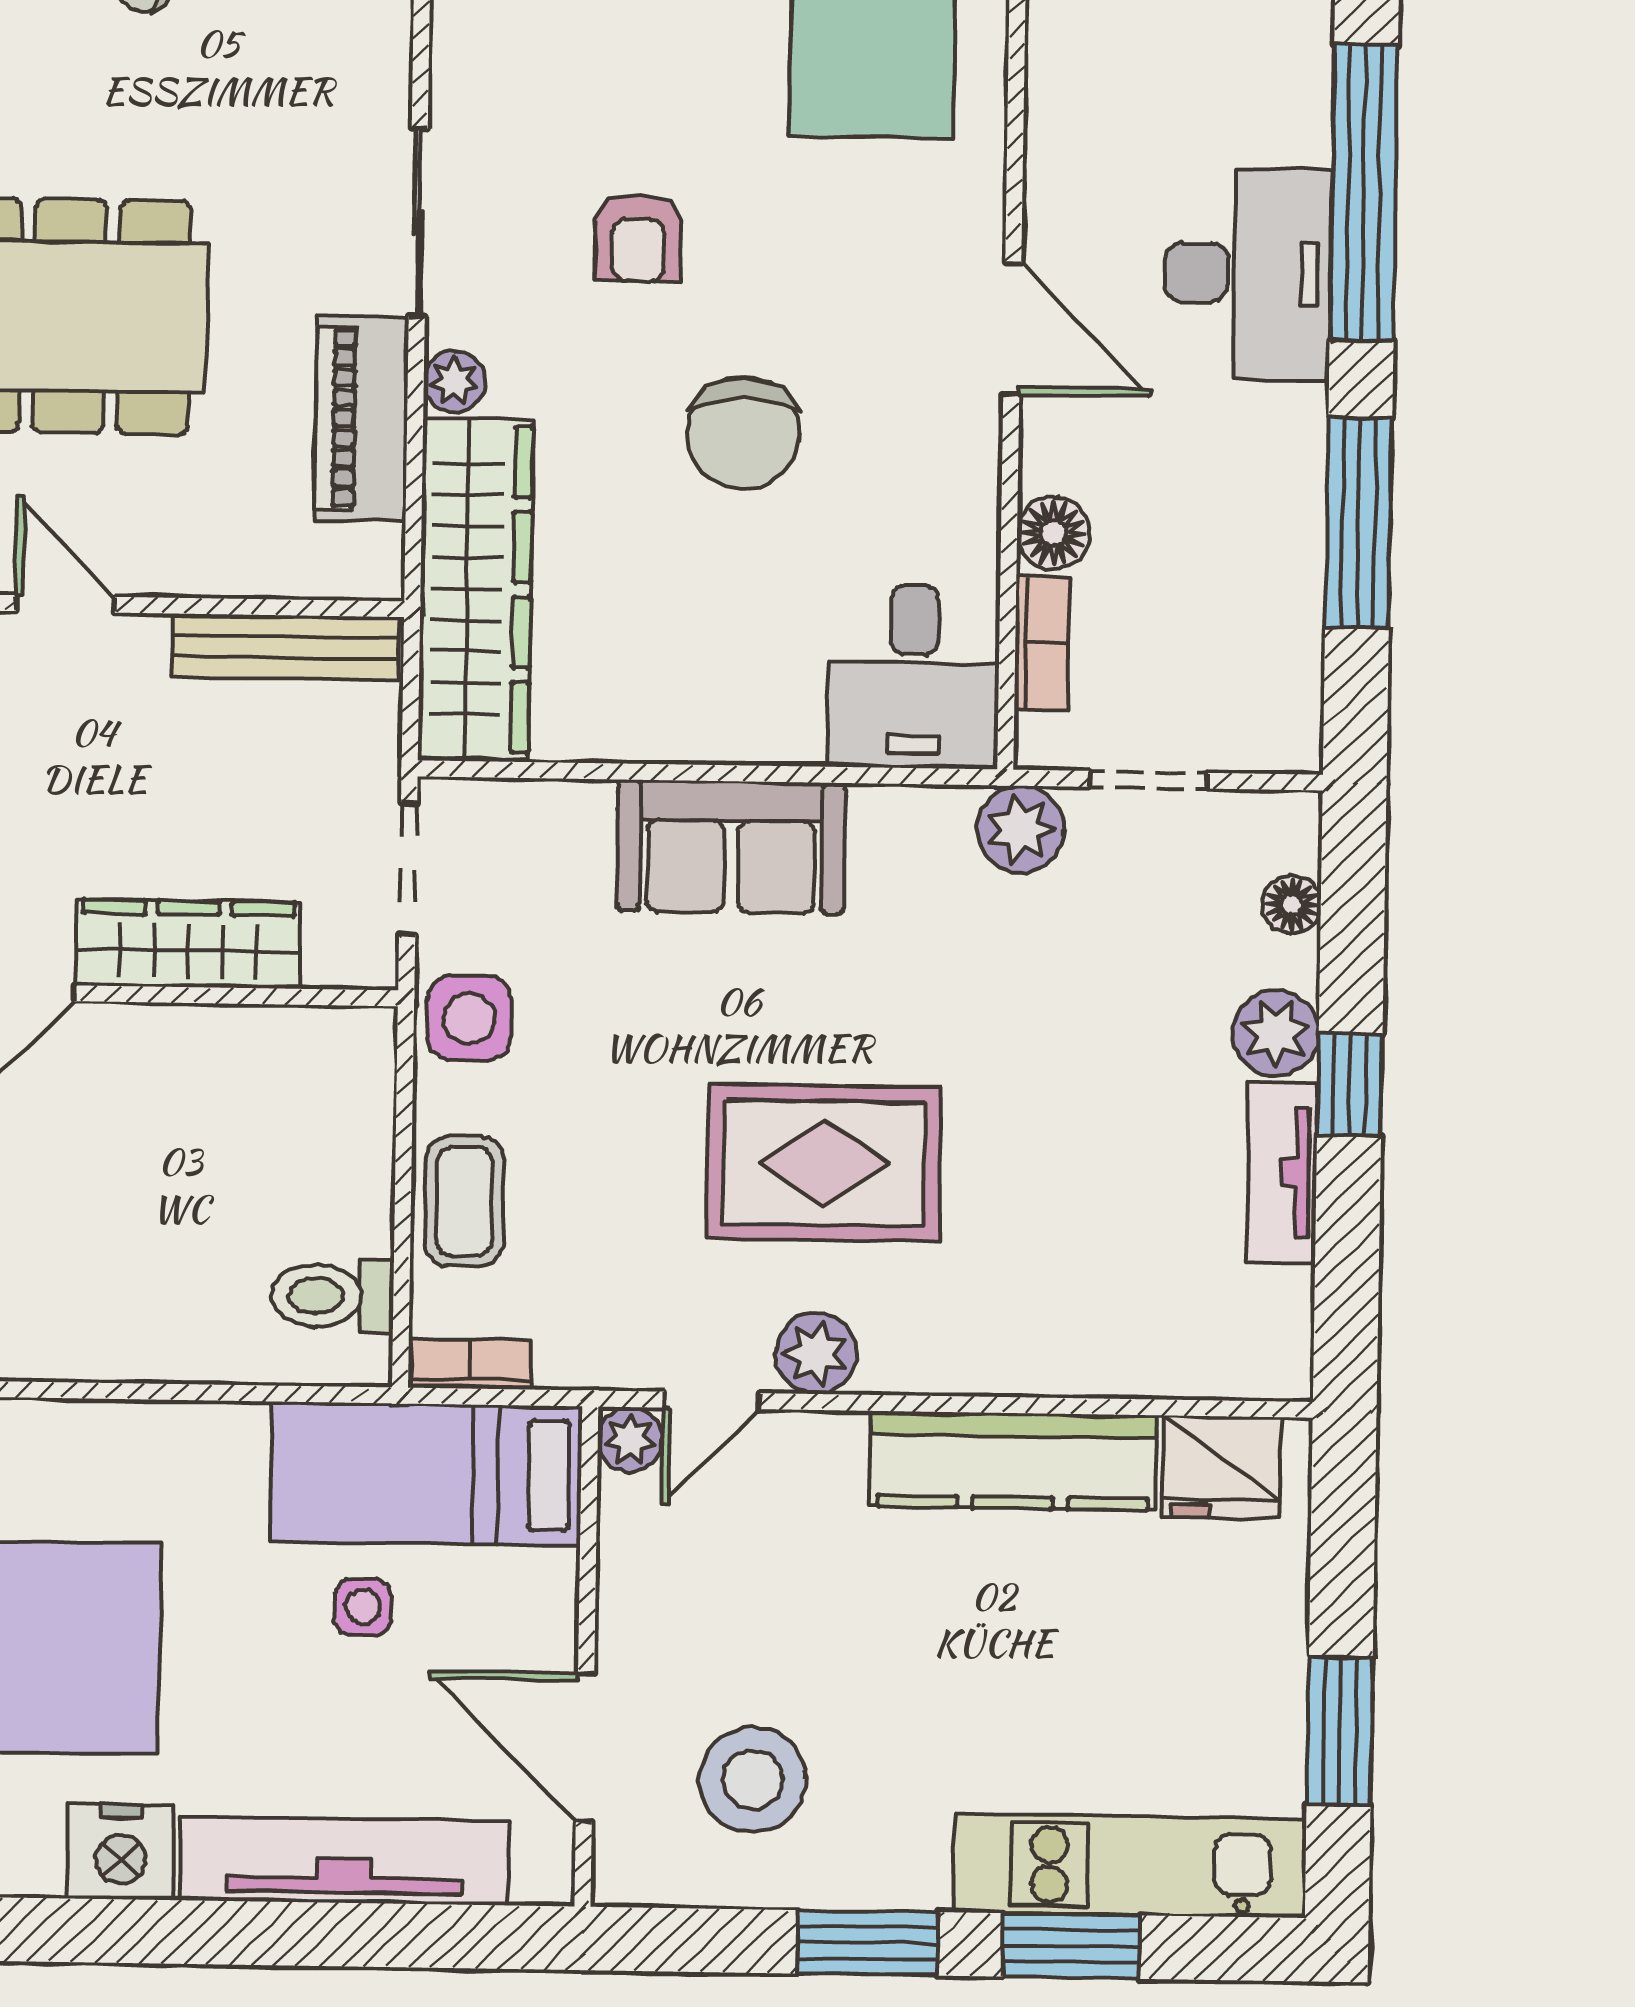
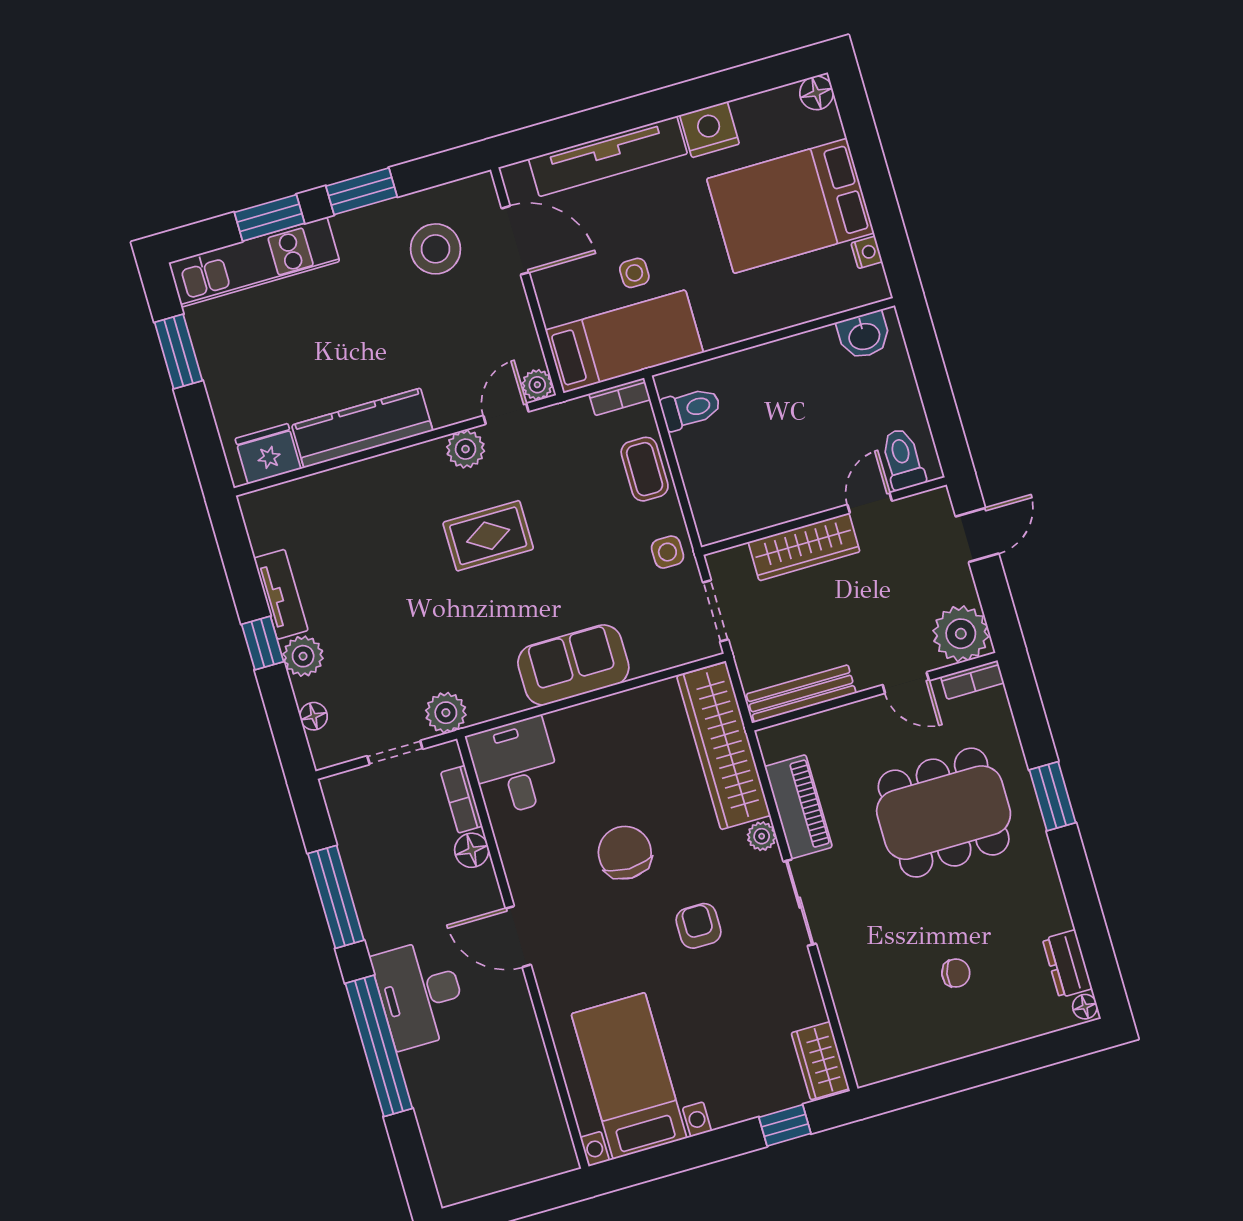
side table: (469, 1018) -> (667, 552), width x0.73, depth x0.73
rug: (824, 1163) -> (488, 536), width x0.73, depth x0.70

